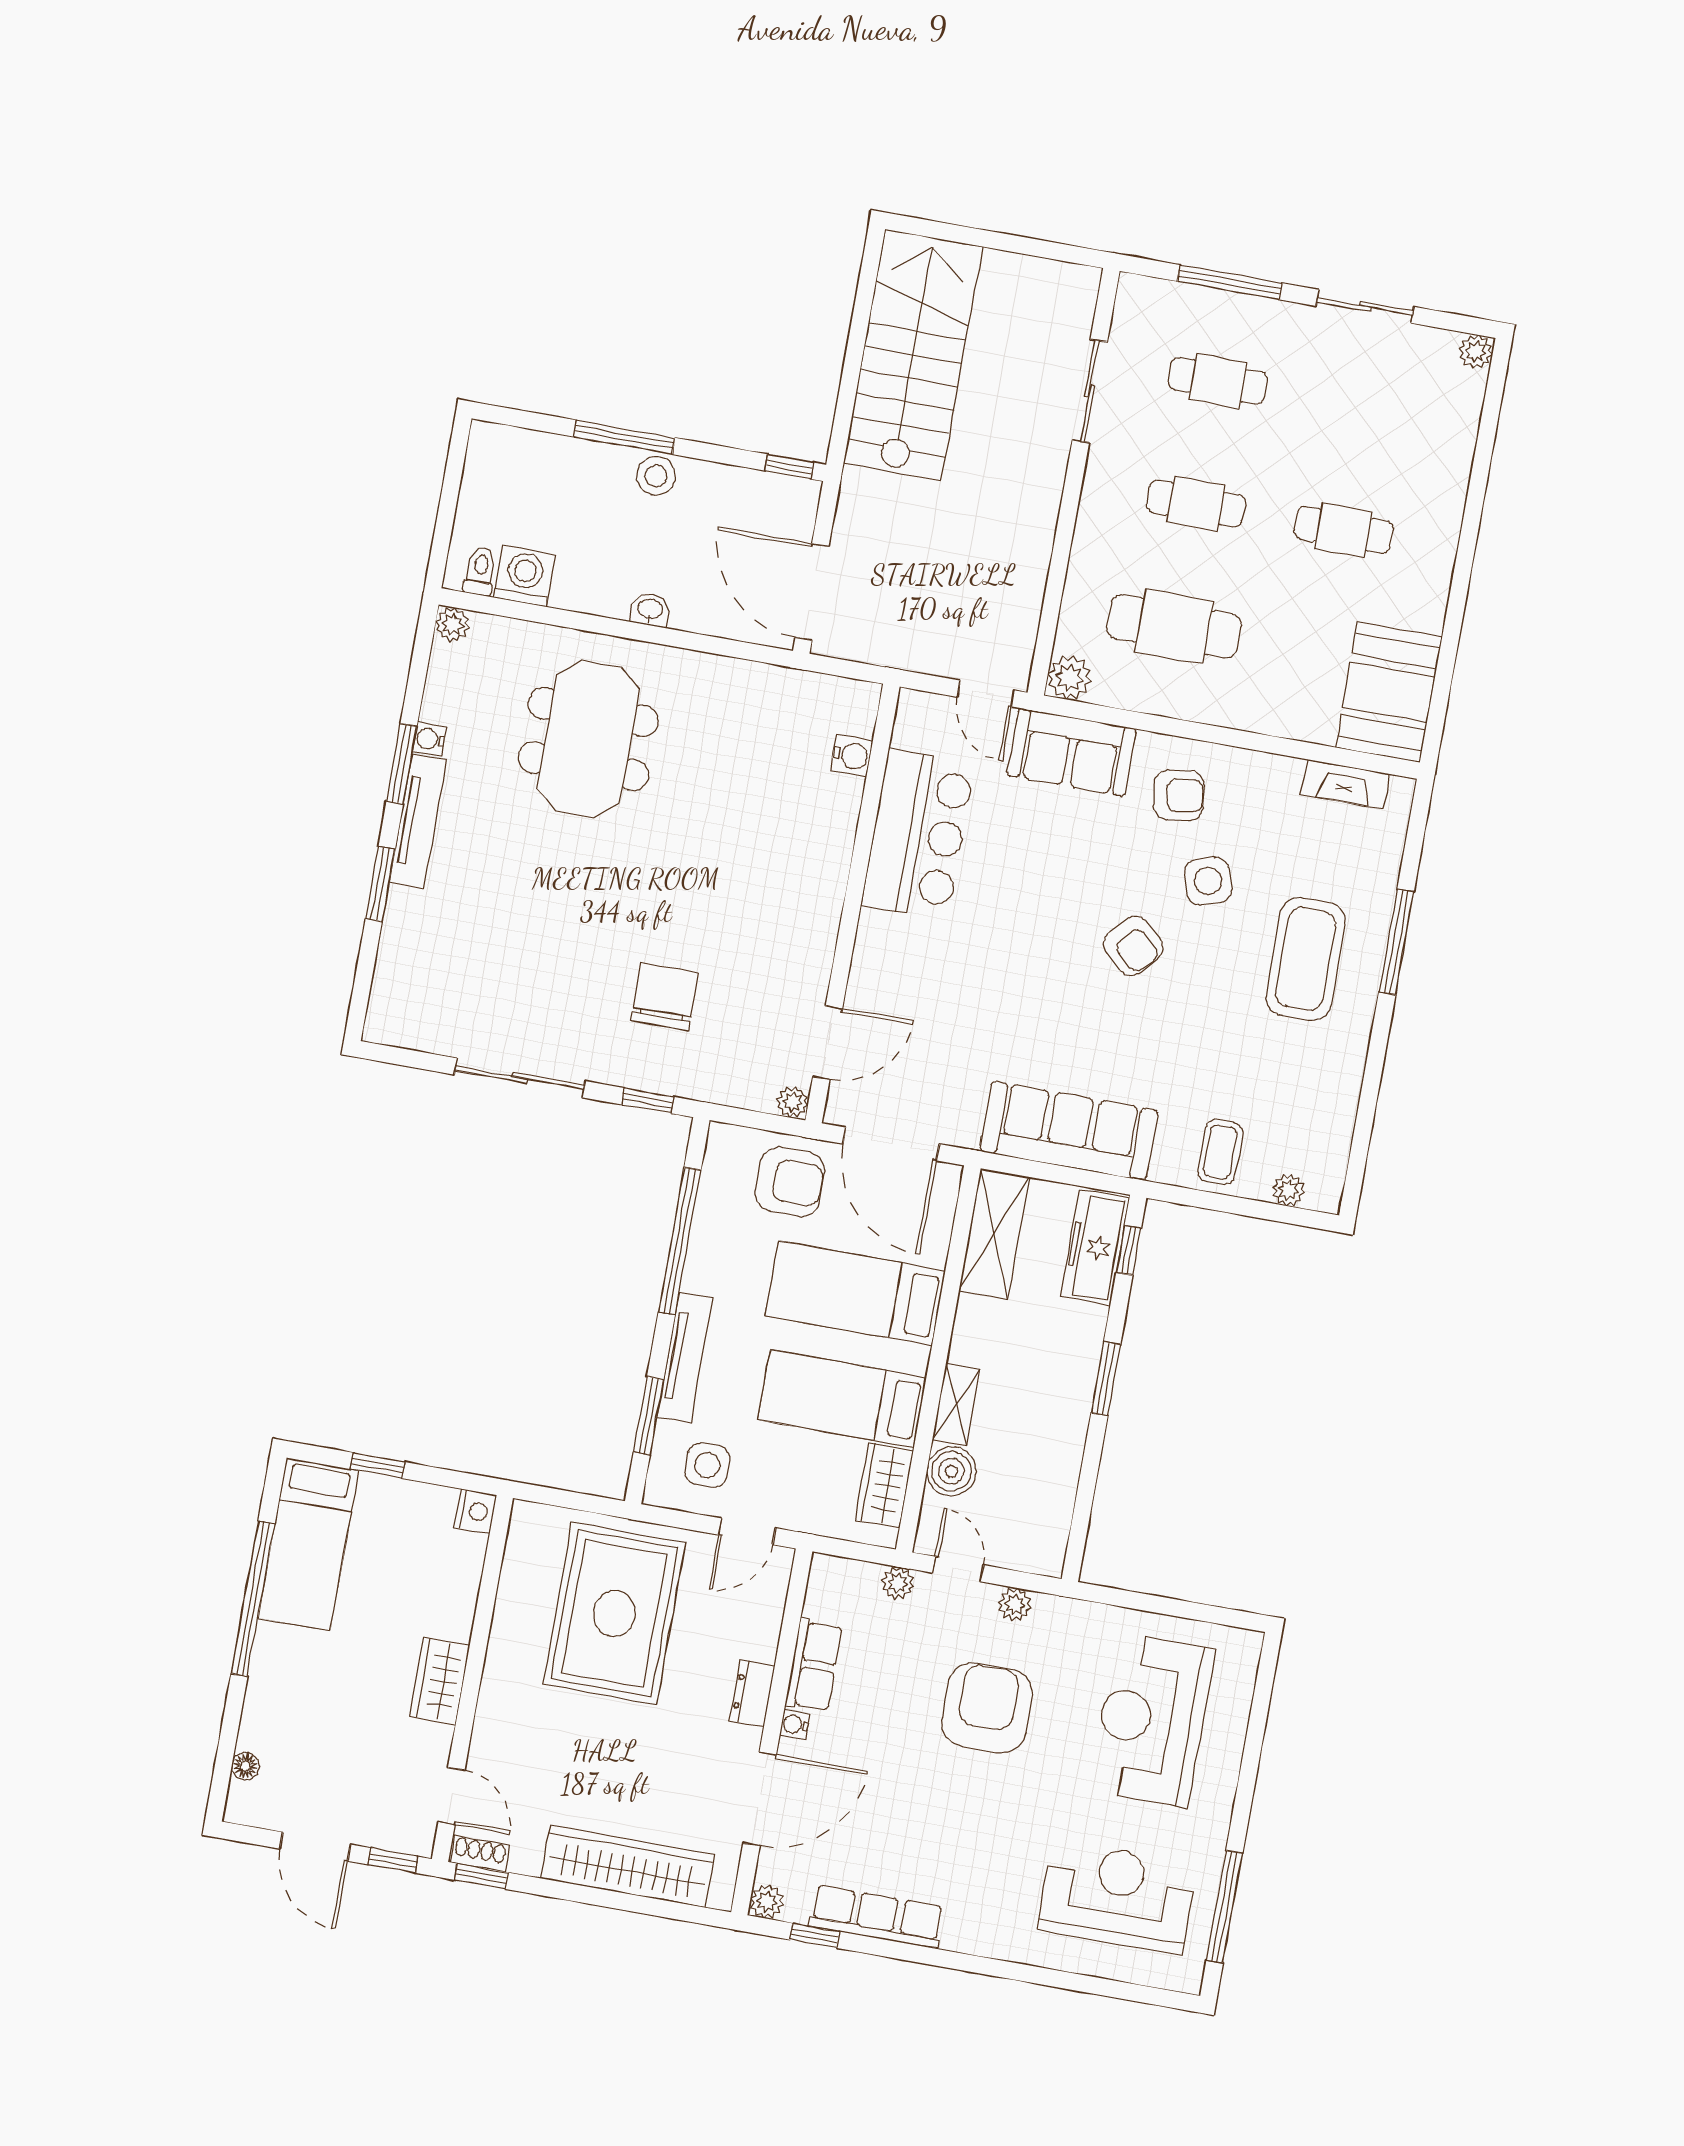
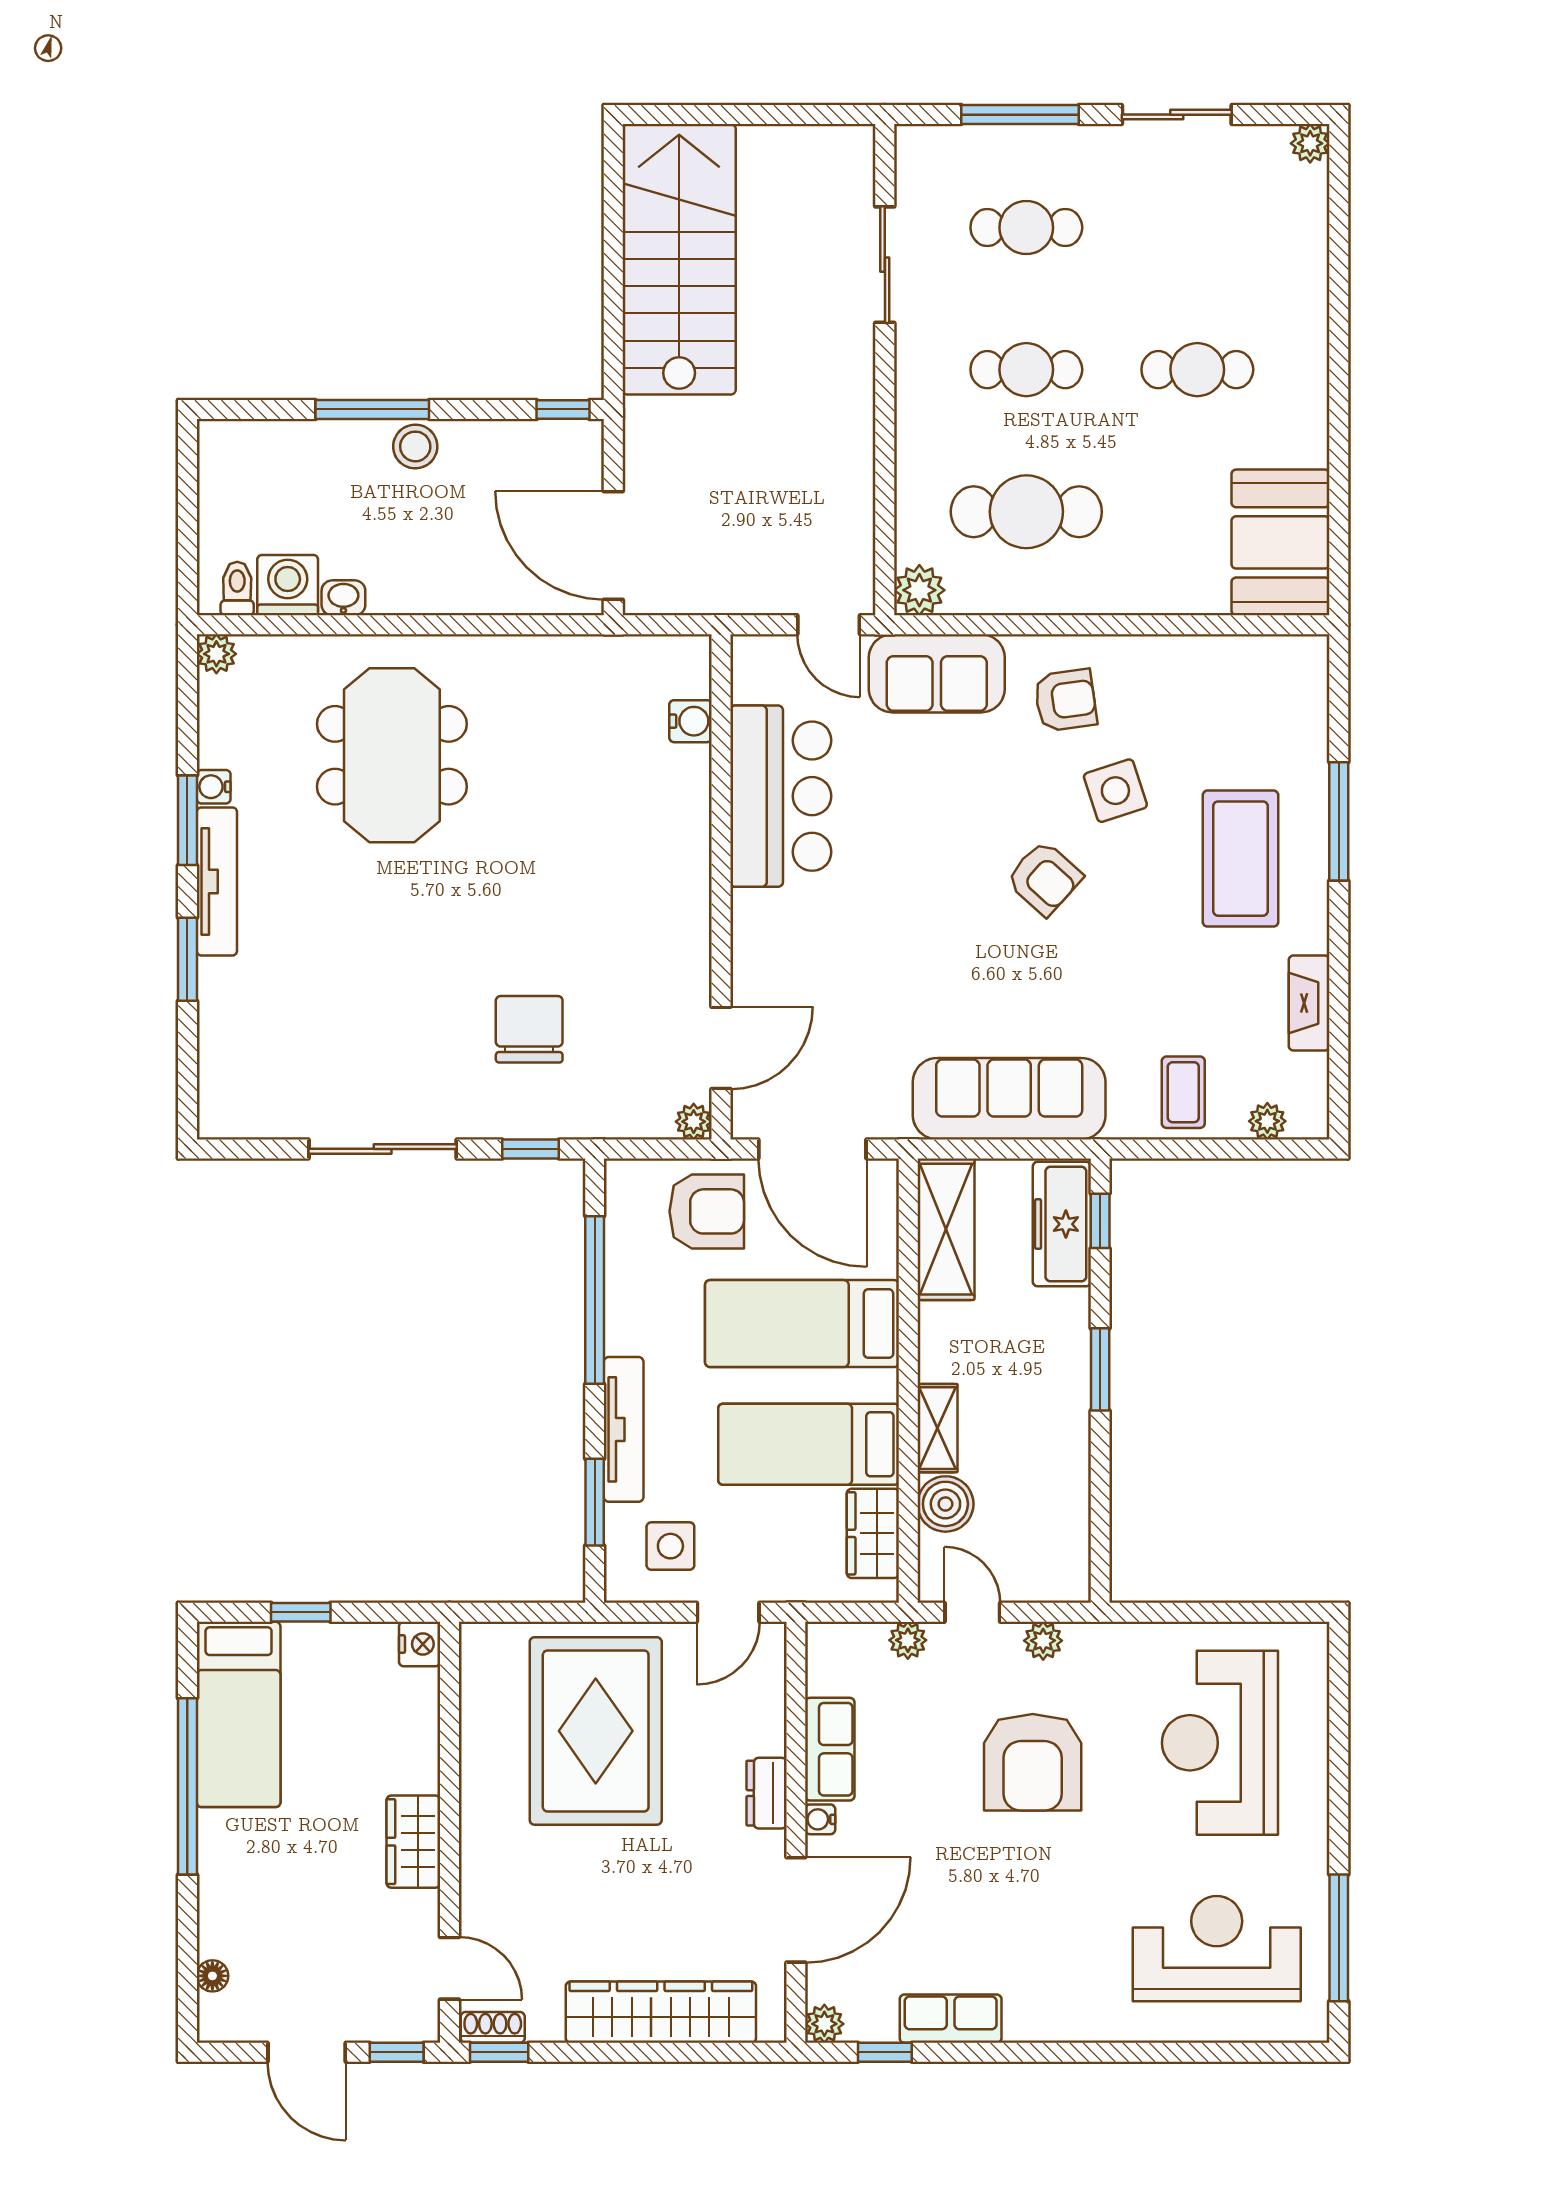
washbasin: (650, 610) -> (343, 598), moved
fireplace: (1345, 784) -> (1309, 1003), moved, turned 90
armchair: (987, 1708) -> (1033, 1762), turned 180
row of seats: (877, 1917) -> (951, 2019), width x0.68

